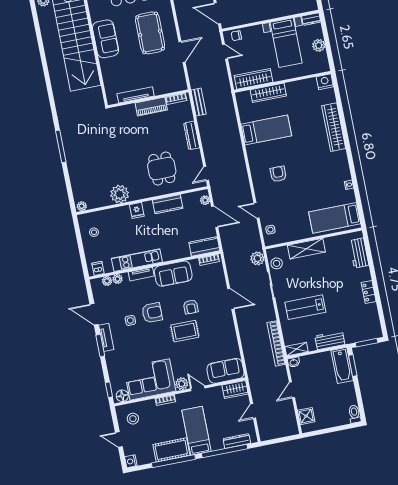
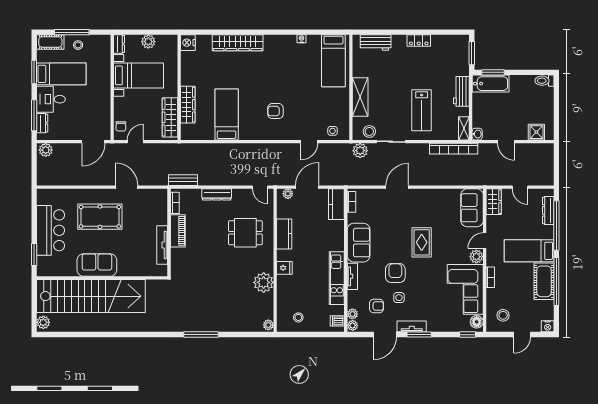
plant: (117, 279) -> (353, 325), moved
armchair: (191, 307) -> (377, 306), moved

